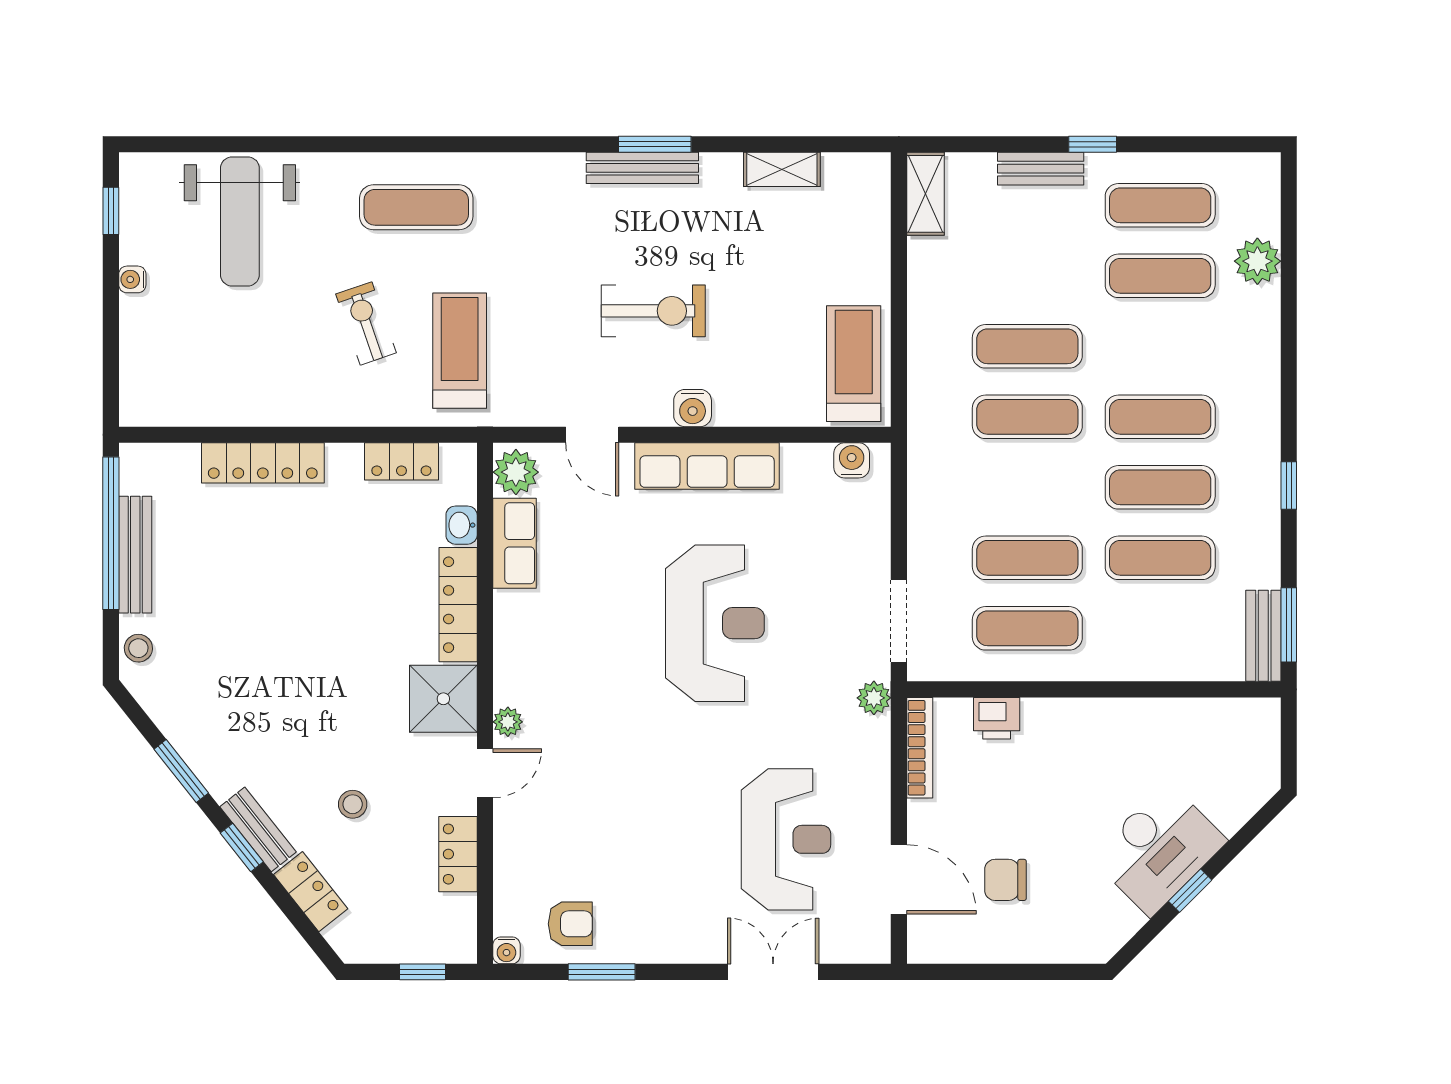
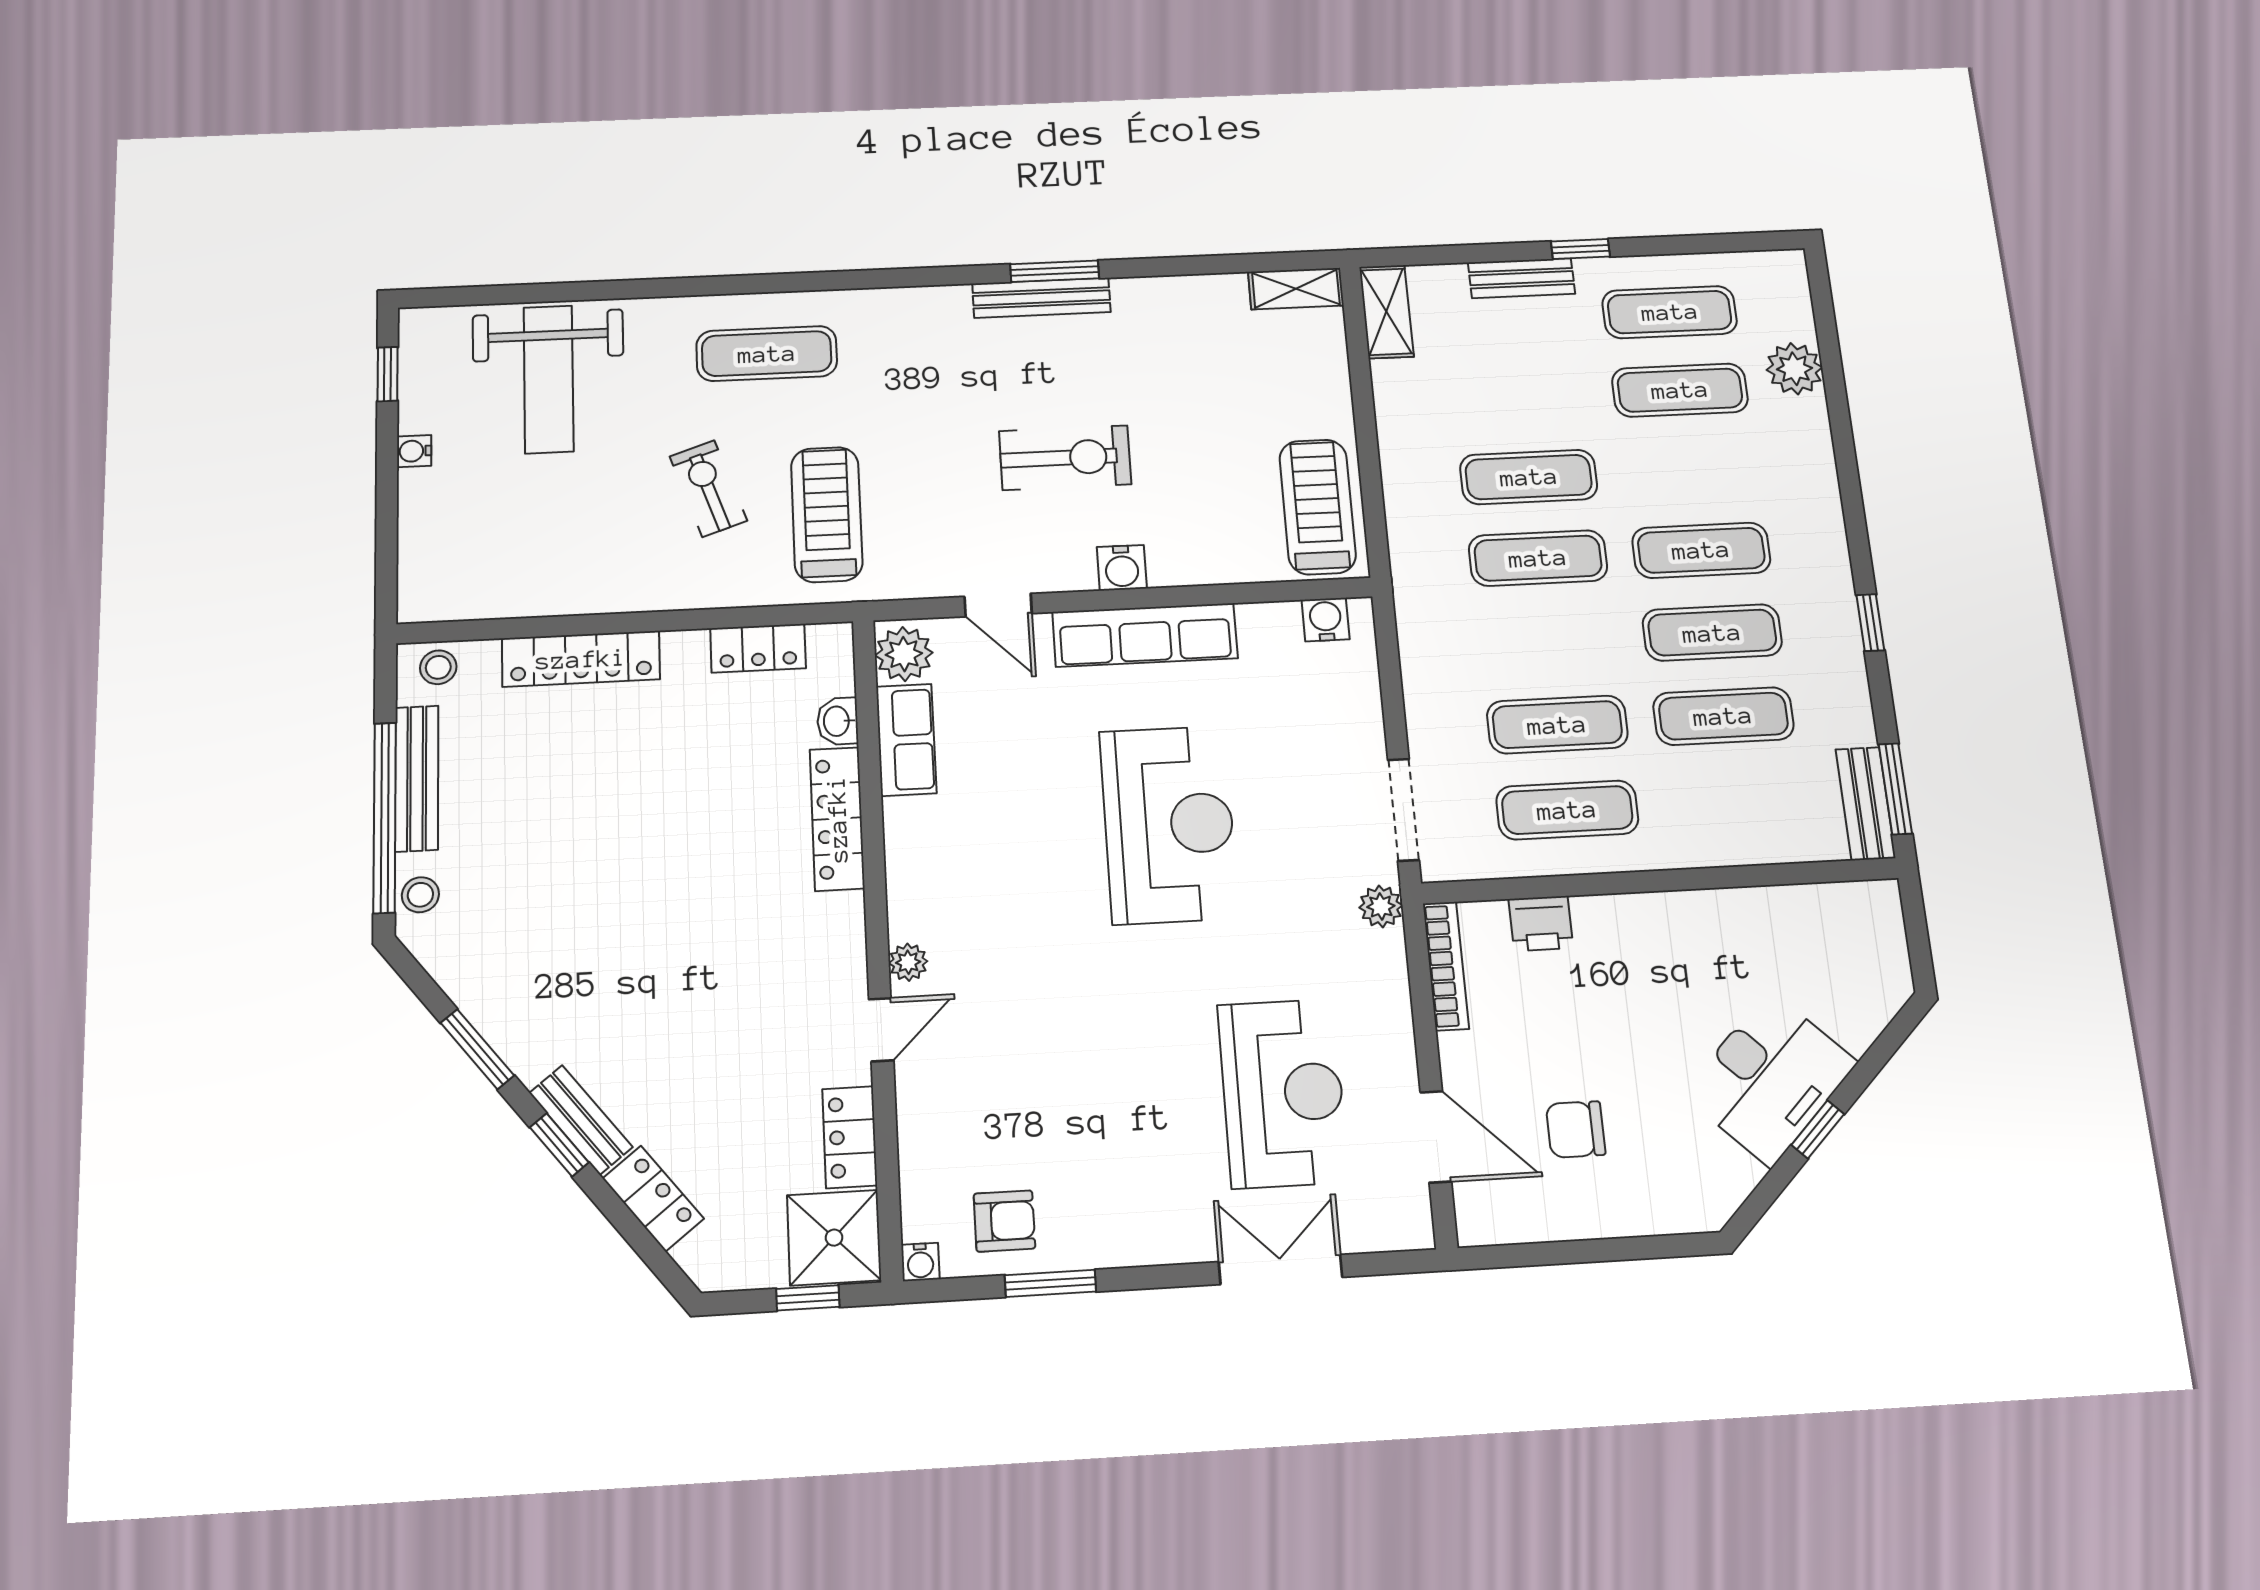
shelving: (782, 169) -> (1296, 289), moved
window: (111, 533) -> (385, 817), moved
shower: (443, 699) -> (834, 1238), moved
stool: (353, 804) -> (438, 667), moved

